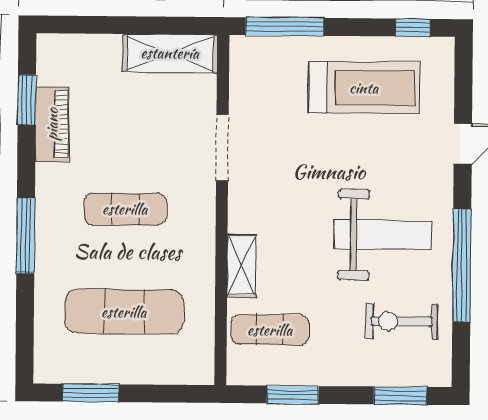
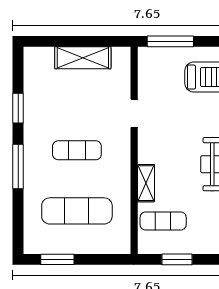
shelving: (170, 53) -> (83, 58), moved
window: (27, 100) -> (18, 108), moved
piano: (52, 124) -> (33, 100), removed
doorway: (222, 148) -> (134, 113), width x0.73

